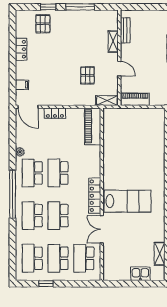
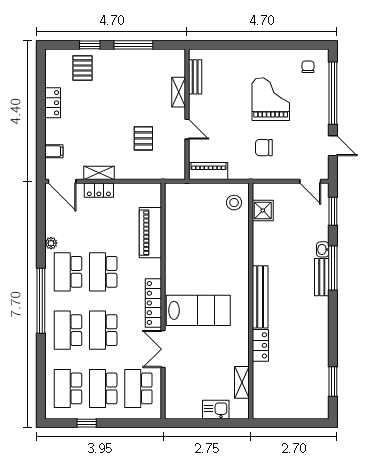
shelving: (107, 101) -> (99, 173), moved
stool: (154, 122) -> (234, 203), added
piano: (93, 126) -> (150, 233), moved

